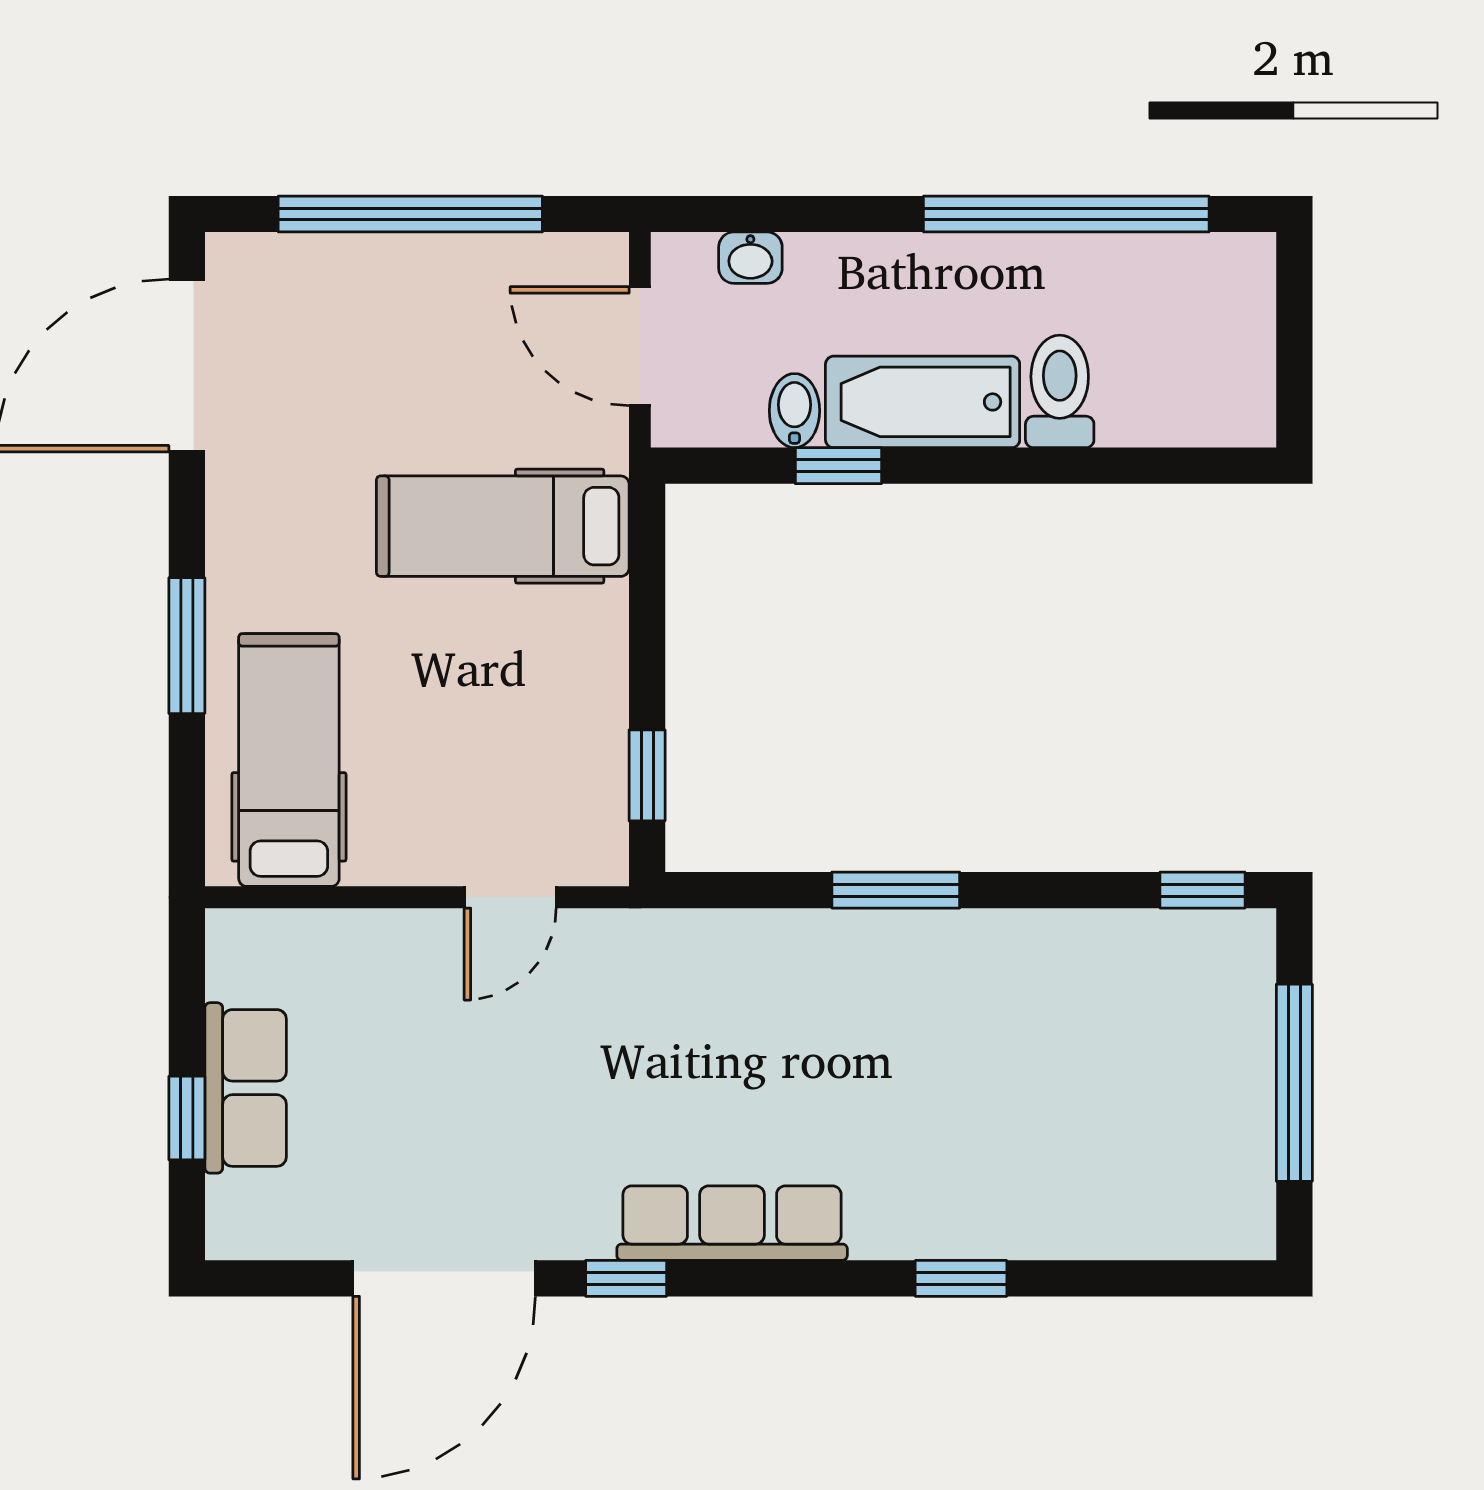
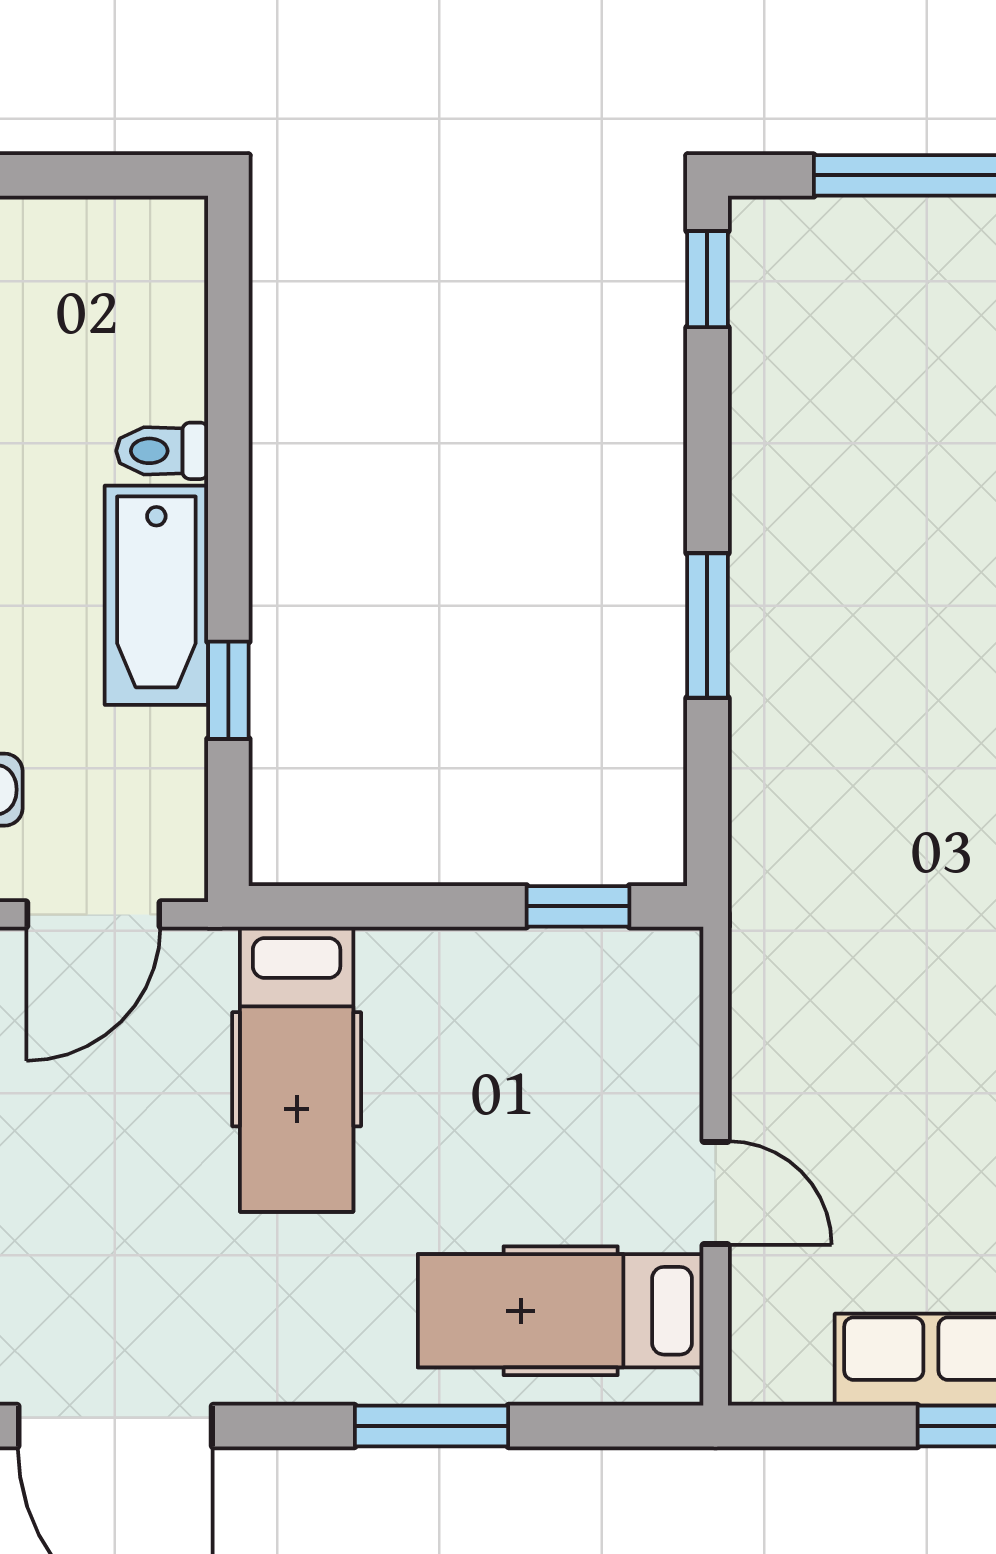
toilet: (1060, 391) -> (162, 451), width x0.73, depth x0.72
bidet: (794, 411) -> (166, 740), removed
door: (510, 897) -> (716, 1193), moved

